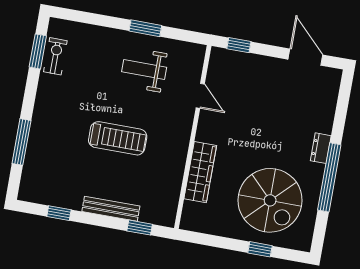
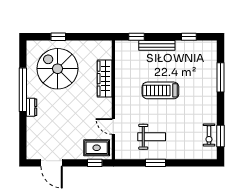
rug: (232, 68) -> (97, 148), added

